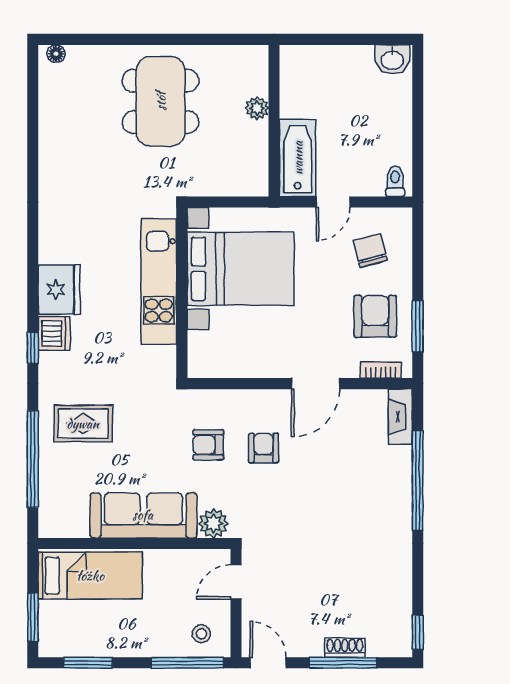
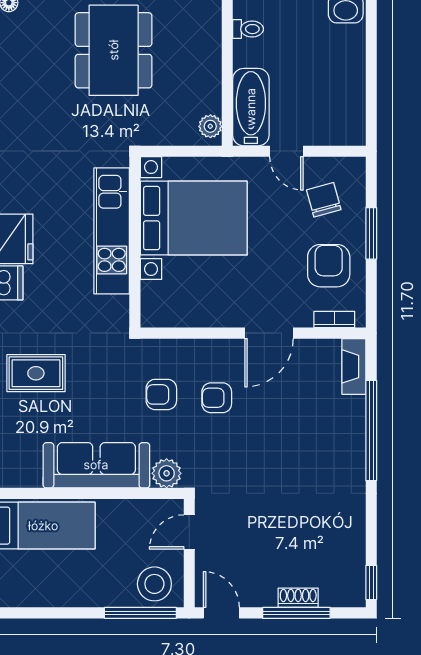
plant: (257, 108) -> (210, 126), moved
toilet: (395, 181) -> (248, 29), moved, turned 90
door: (333, 202) -> (286, 151), hinge flipped
window: (418, 326) -> (371, 233), moved
armchair: (264, 448) -> (217, 398), turned -90
stool: (201, 634) -> (154, 584), width x1.89, depth x1.89
window: (88, 663) -> (41, 613), removed

